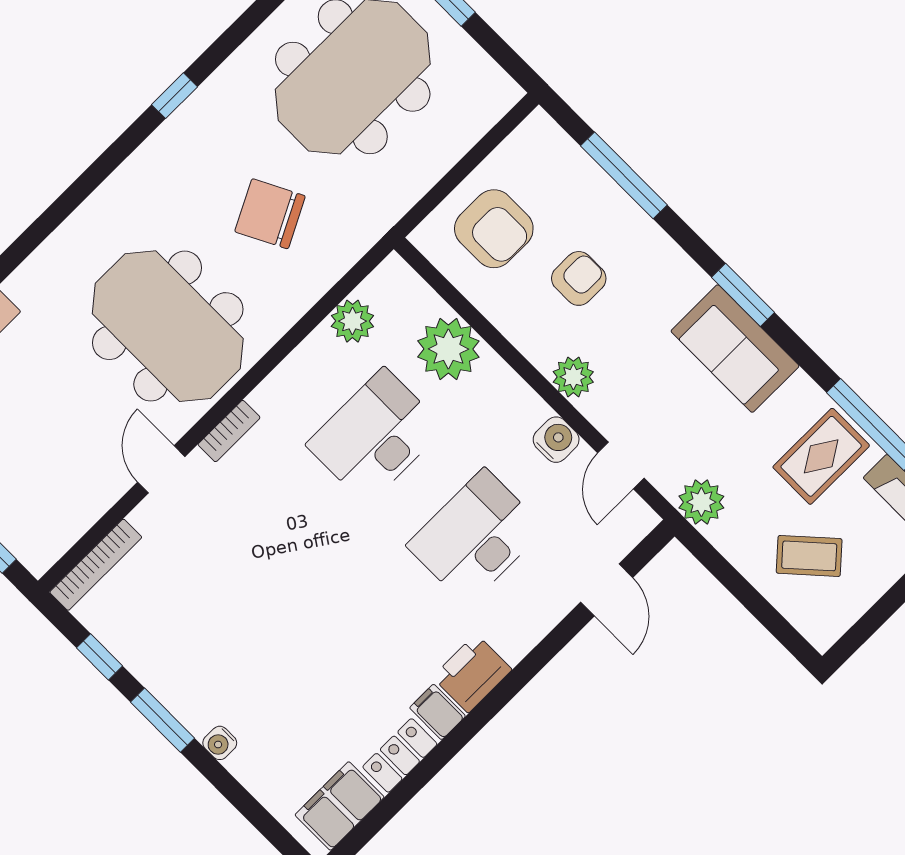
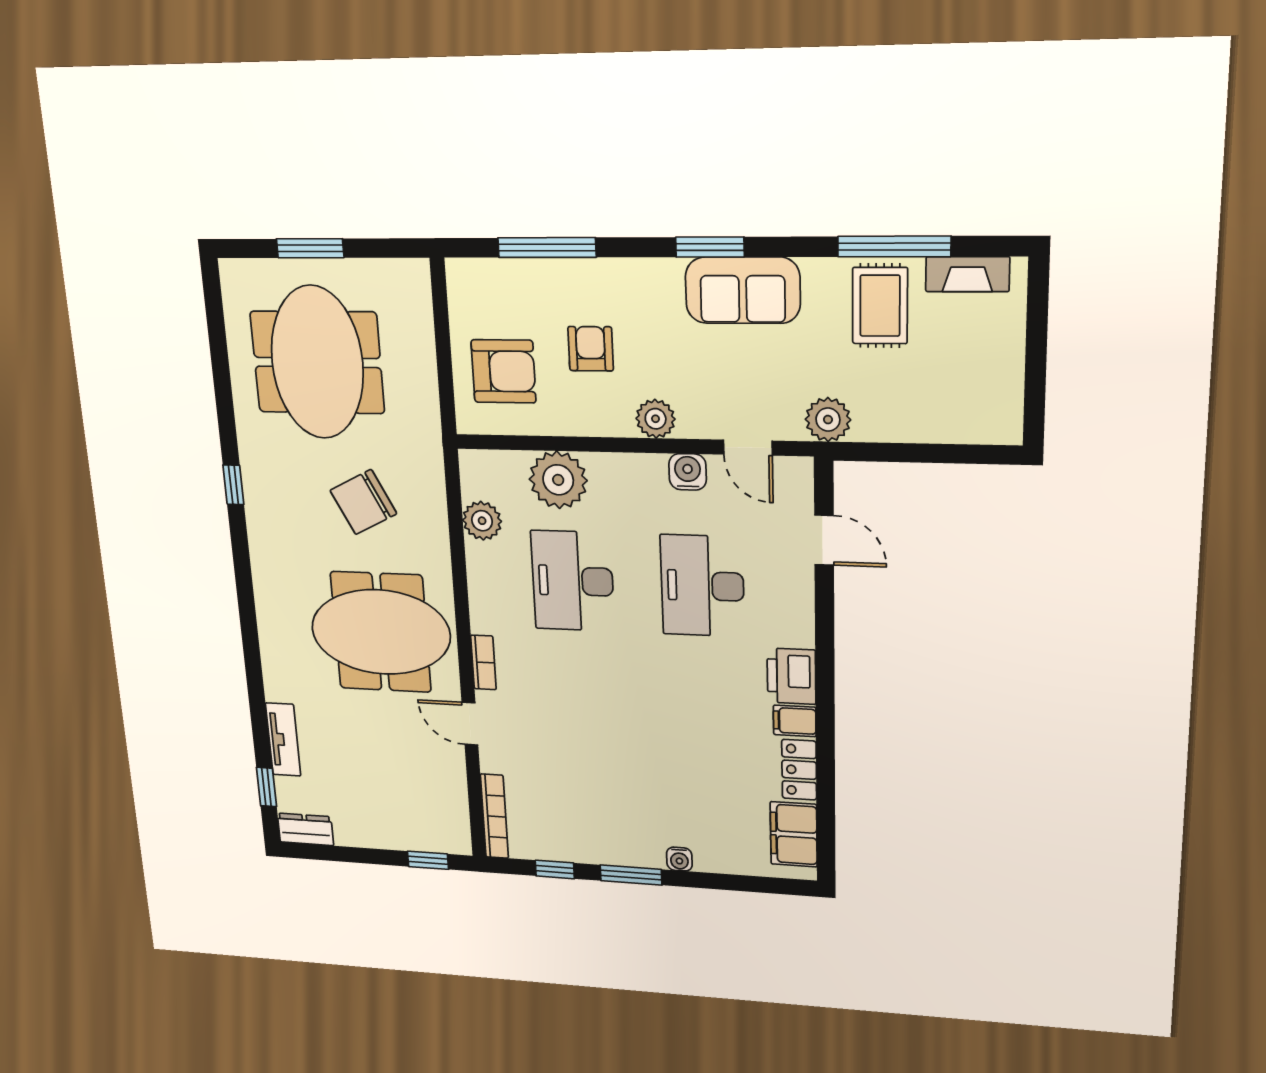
coffee table: (809, 556) -> (942, 384), removed

